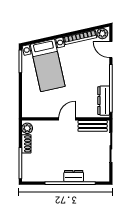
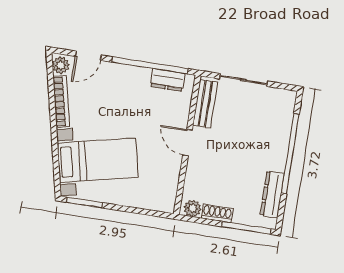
dresser: (104, 101) -> (168, 80), width x0.70
dresser: (74, 176) -> (272, 195), moved, width x1.44

